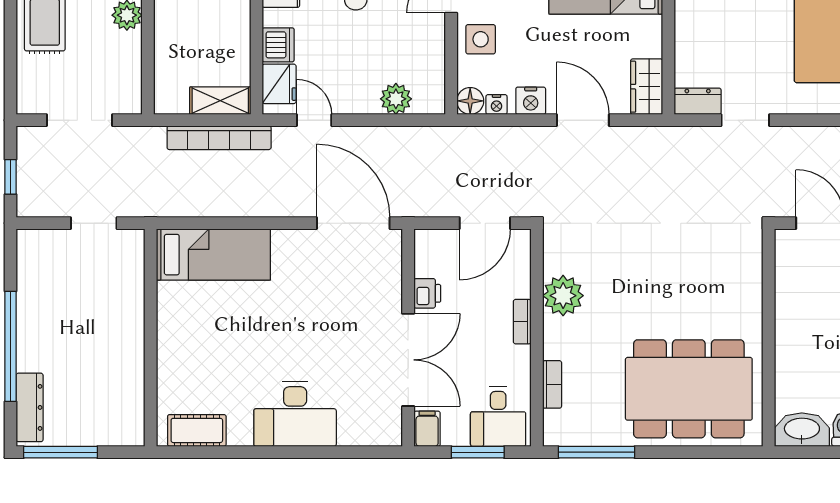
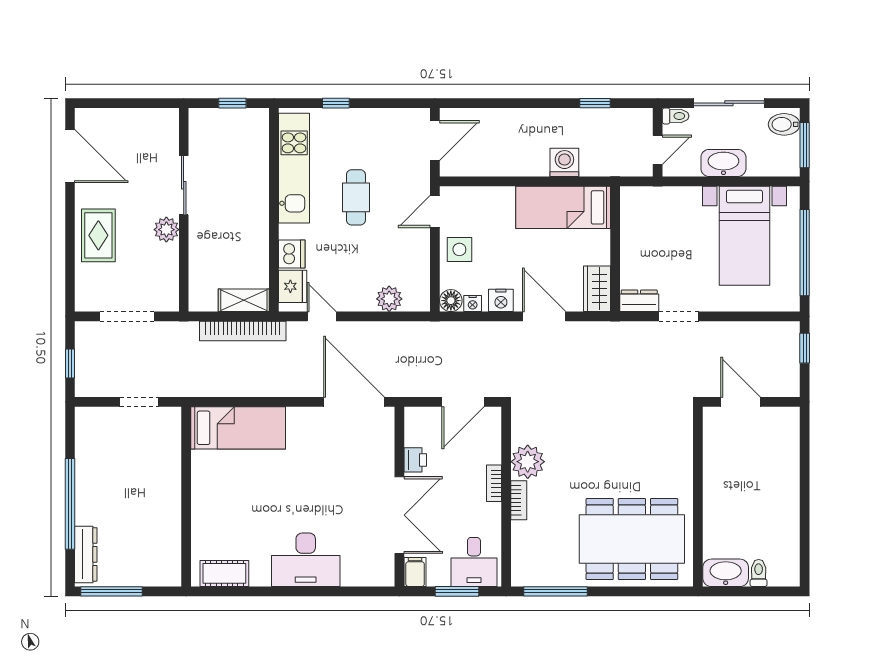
bookcase: (552, 384) -> (519, 500), moved

